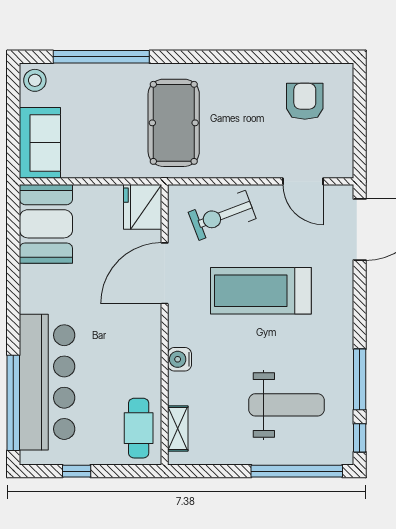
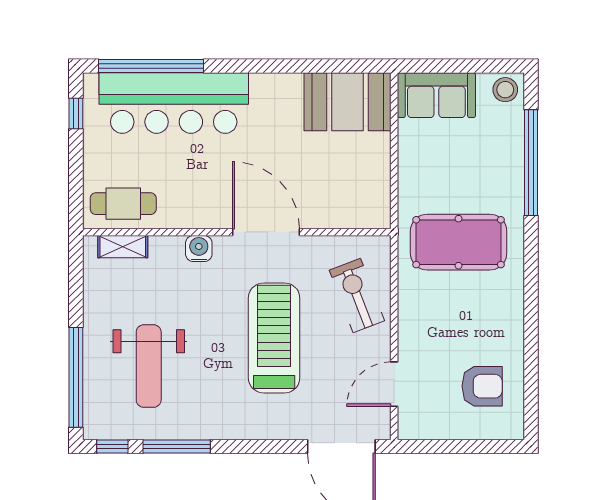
fridge: (143, 207) -> (366, 208), removed
door: (165, 273) -> (266, 232), moved
window: (77, 471) -> (76, 113), moved

